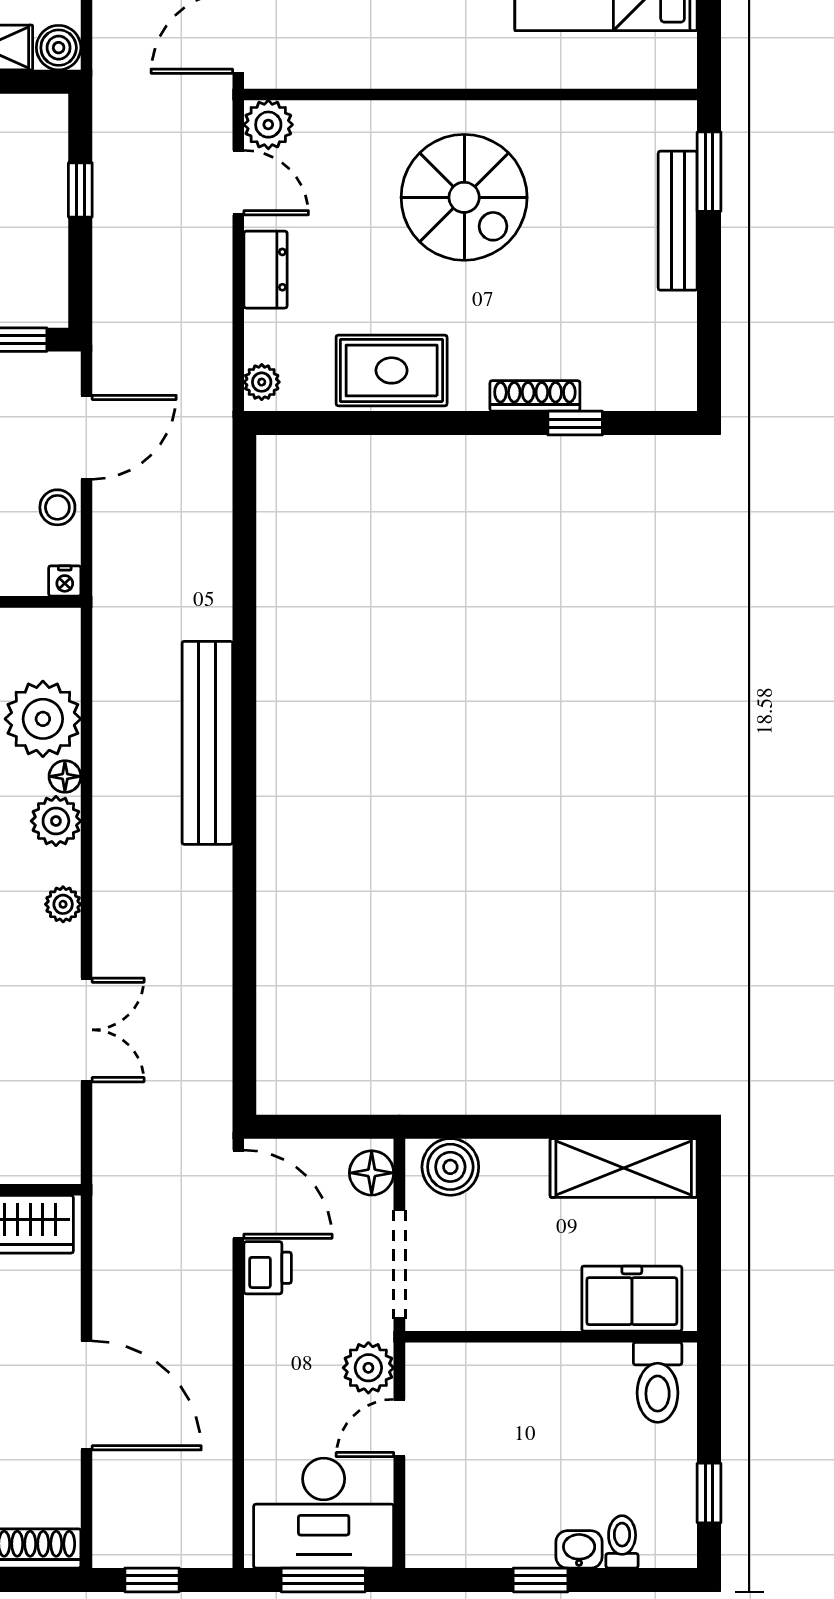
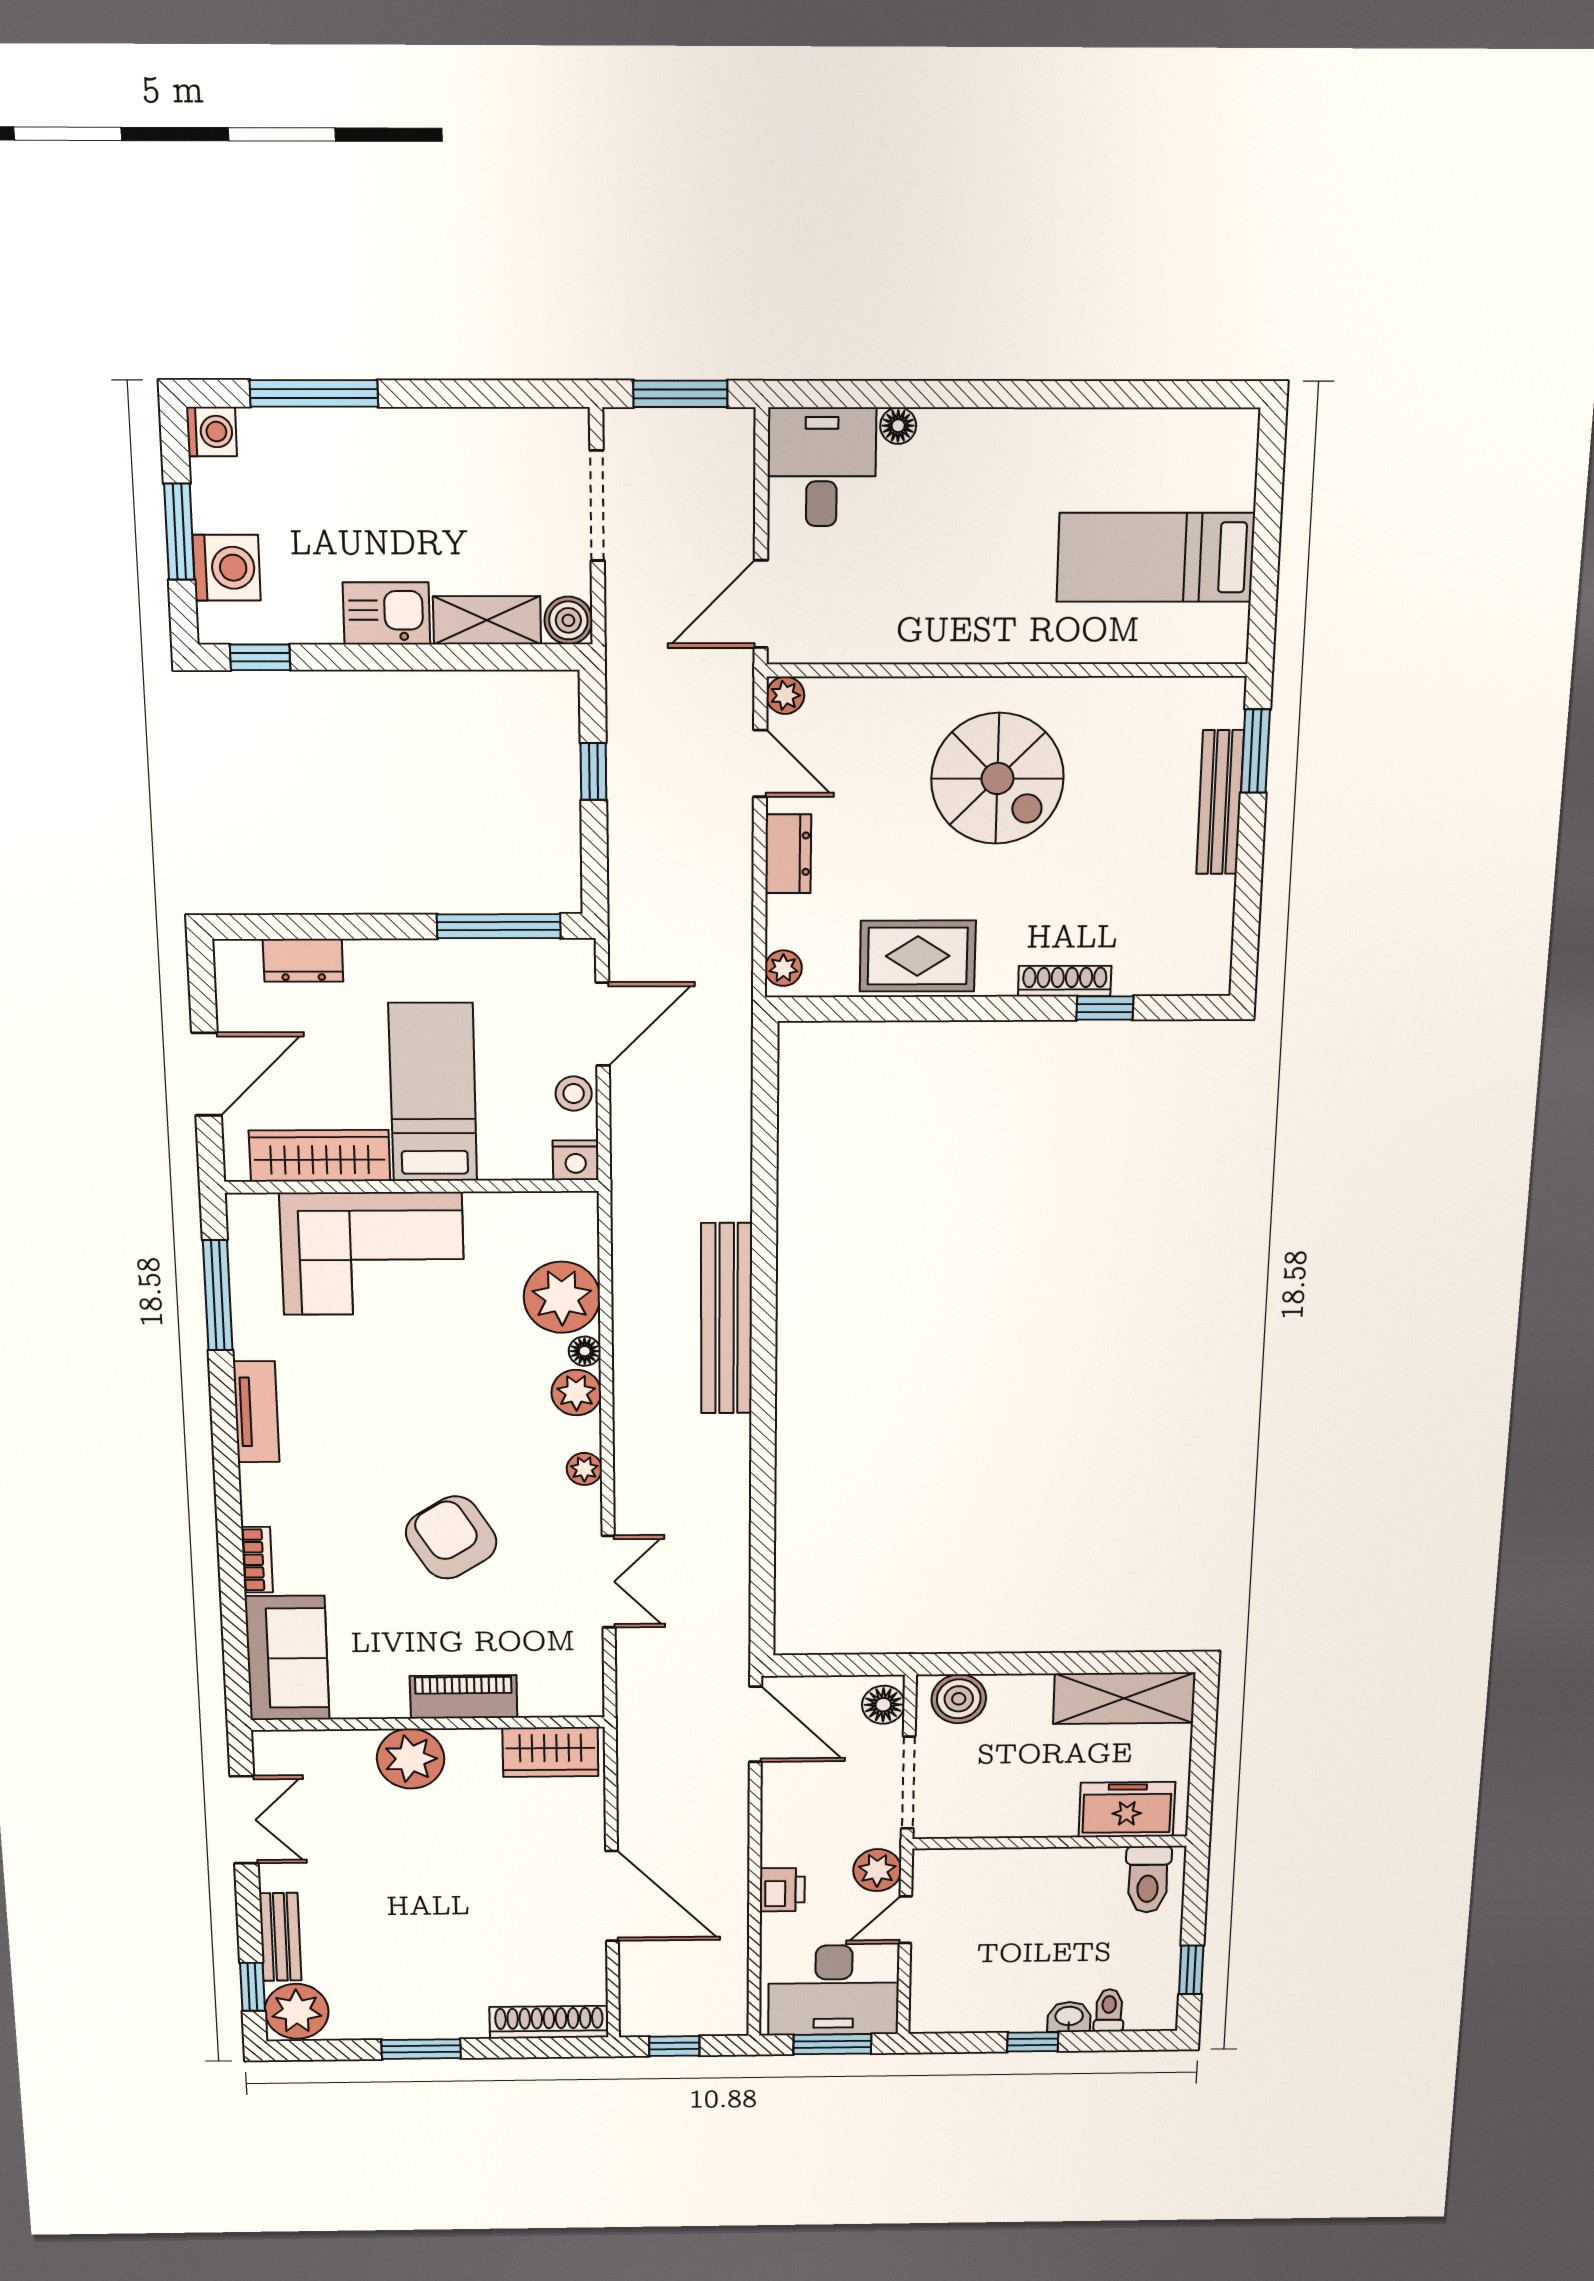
plant: (268, 125) -> (785, 695), width x0.73, depth x0.73
nightstand: (65, 581) -> (576, 1160), width x1.39, depth x1.35
printer: (268, 1268) -> (782, 1890), moved

